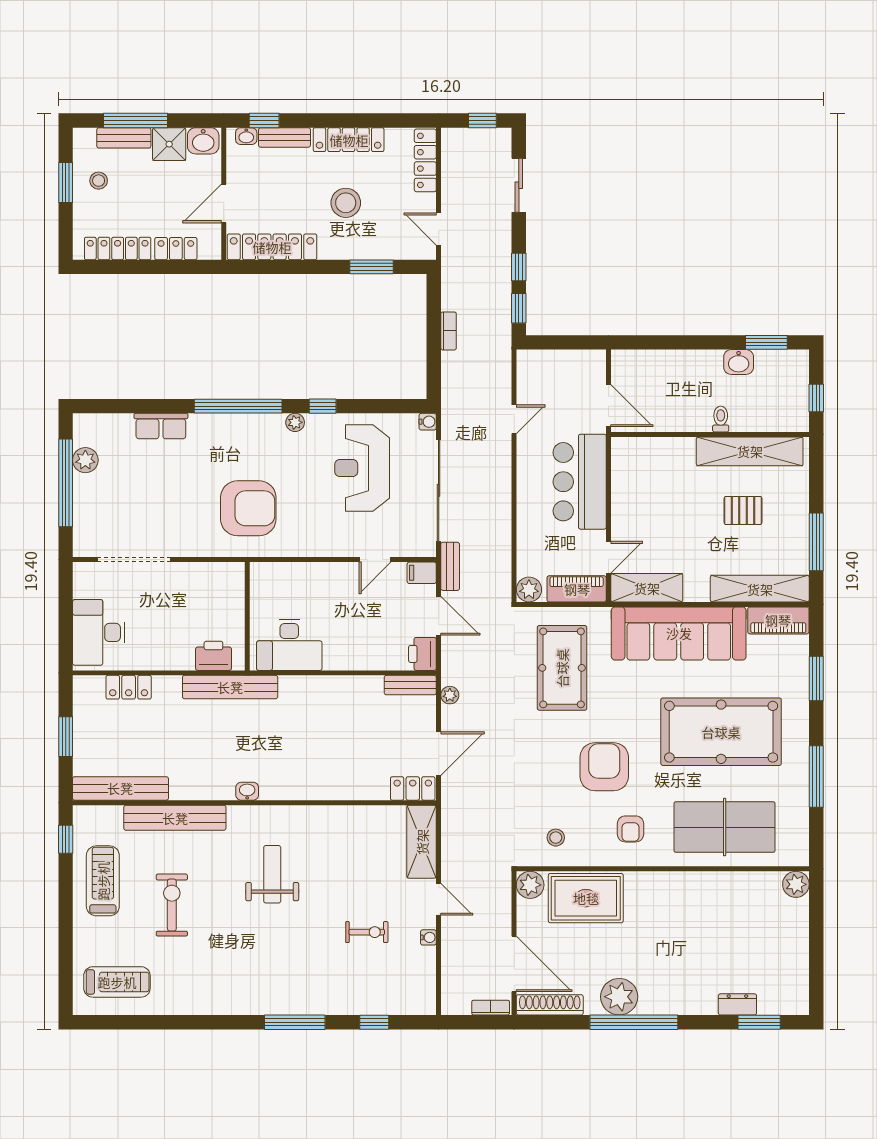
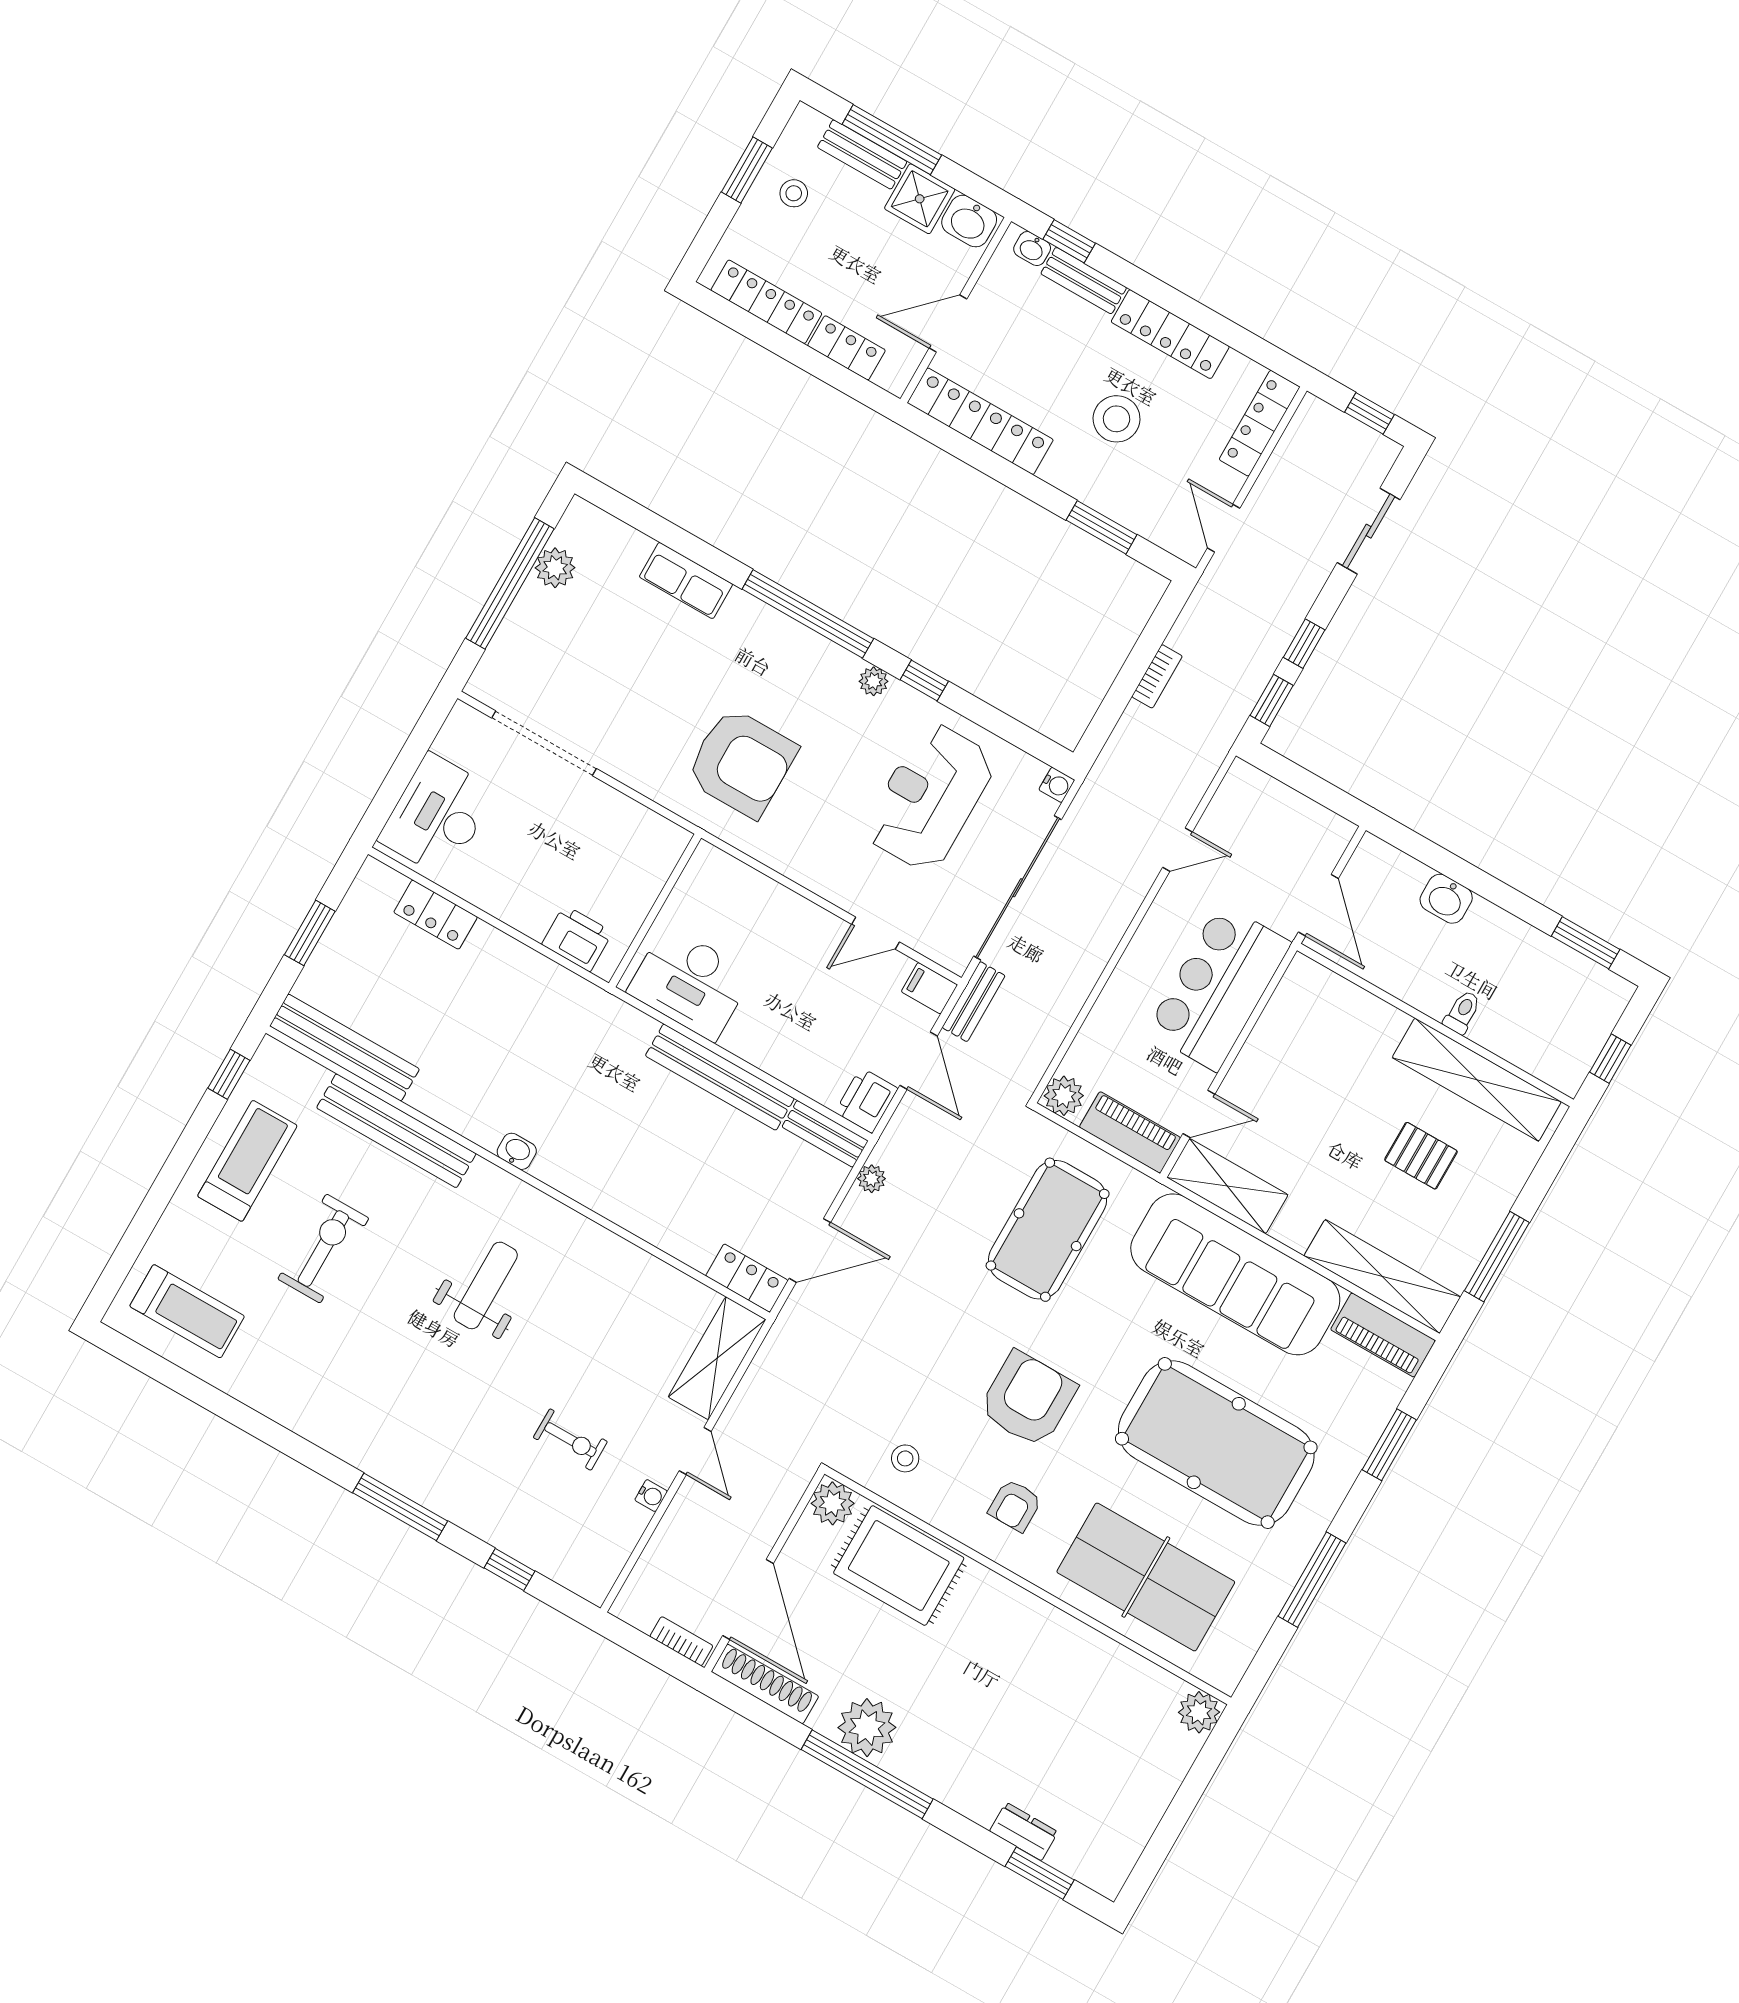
washbasin: (739, 362) -> (1446, 899), moved
bench: (230, 687) -> (720, 1077), moved

